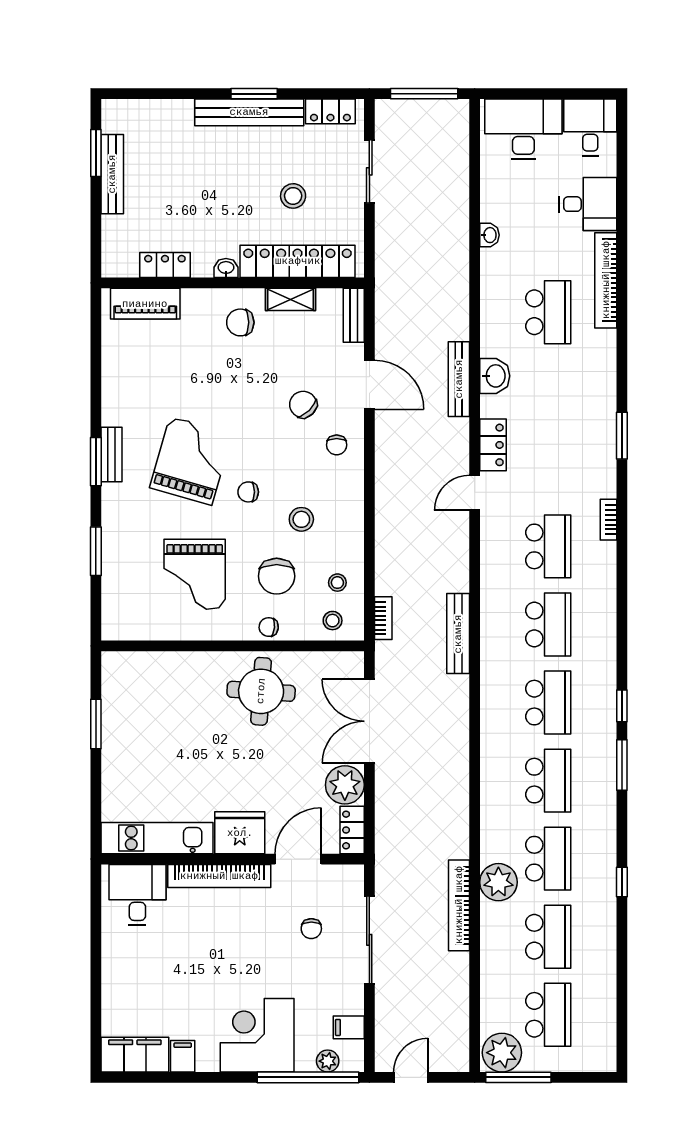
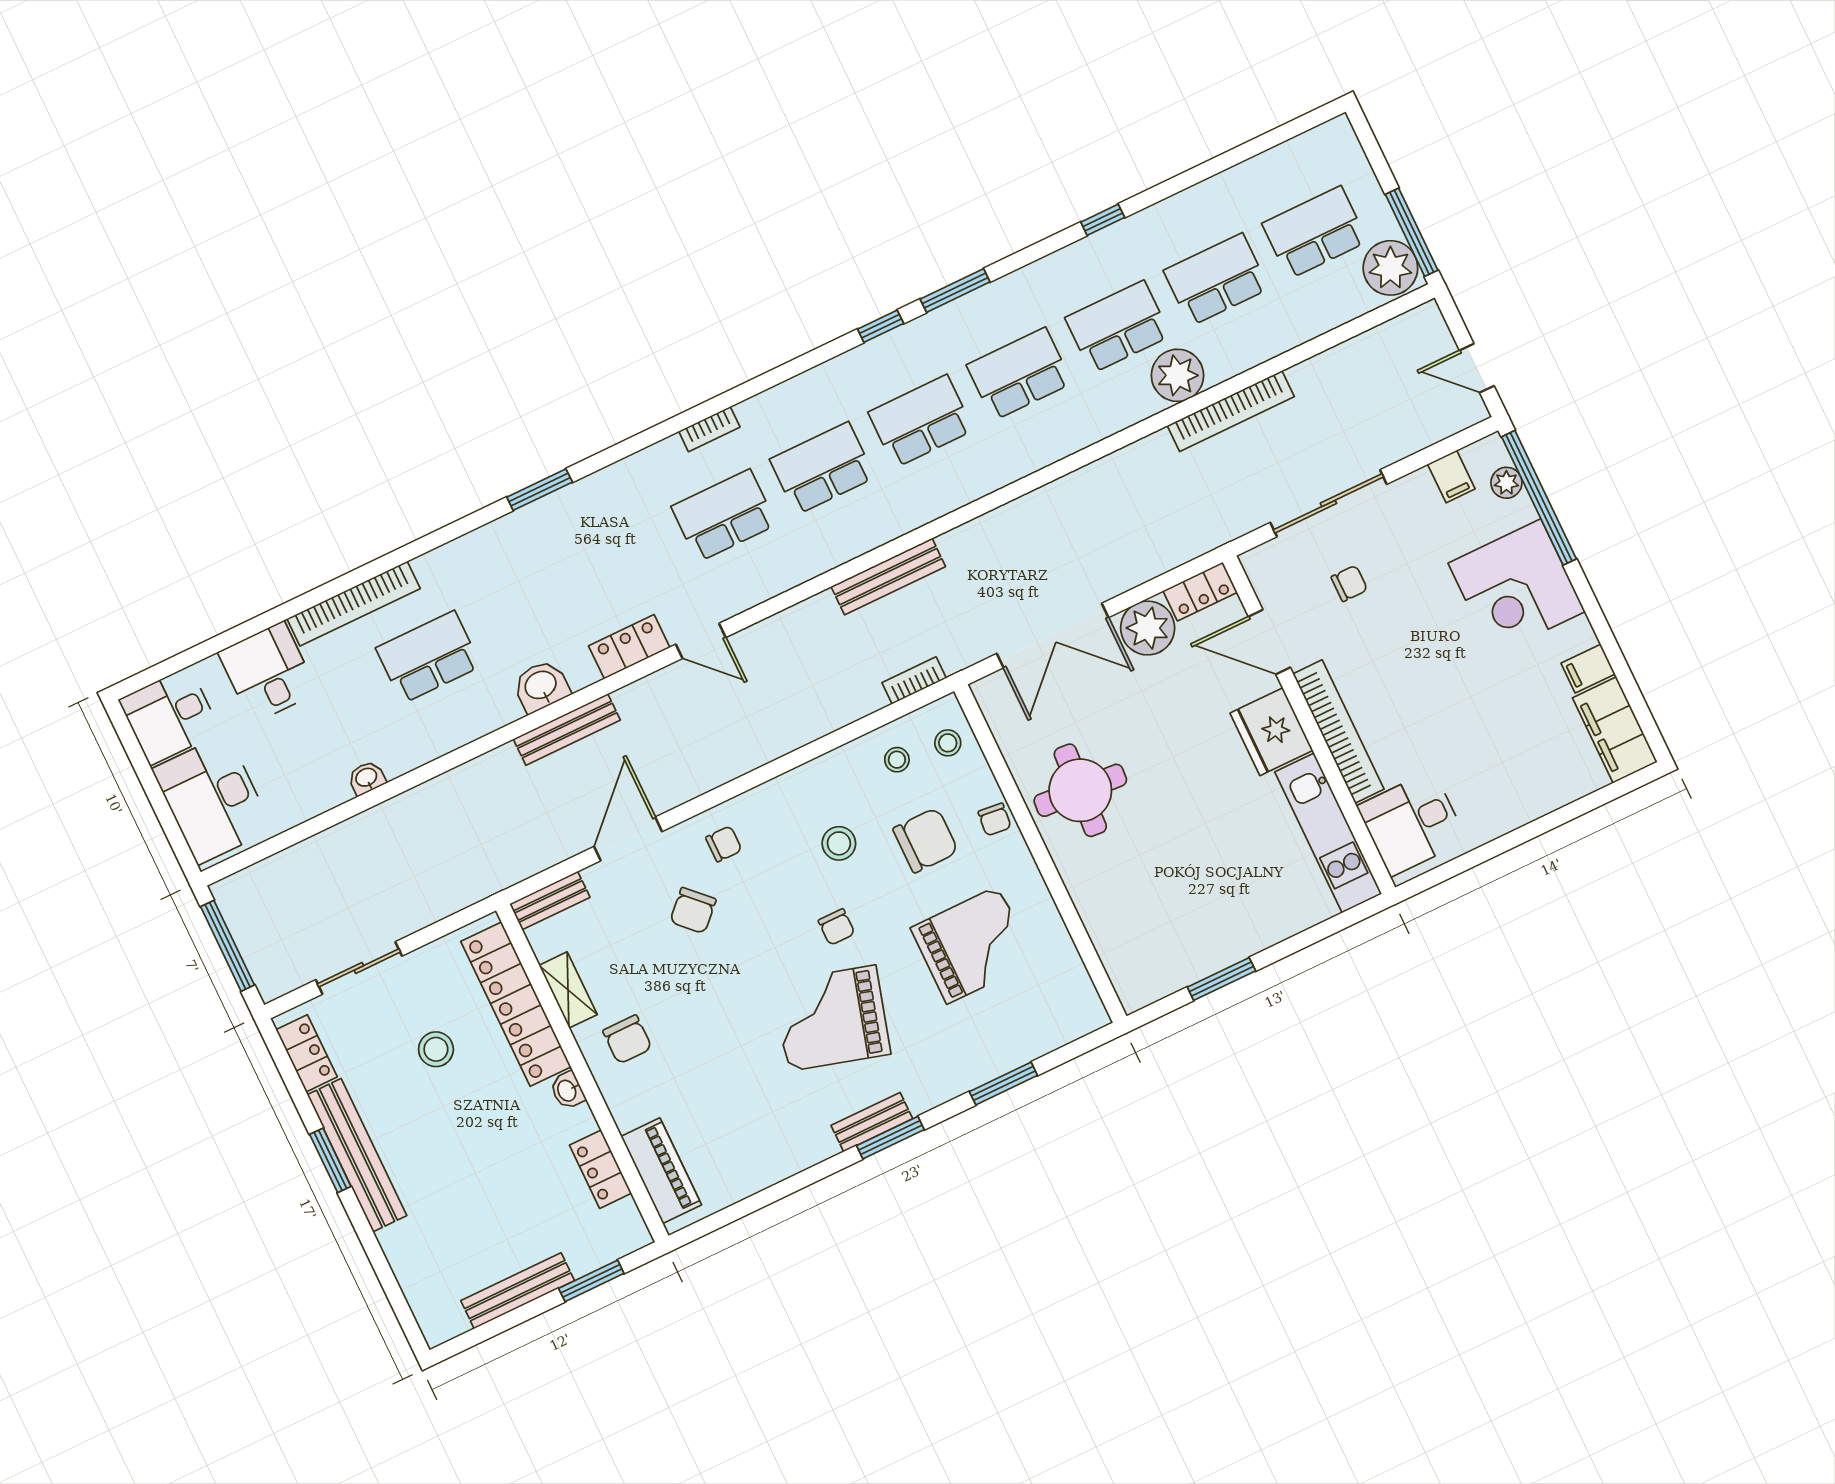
window: (96, 153) -> (591, 1281), moved
bookcase: (608, 520) -> (709, 429), moved

